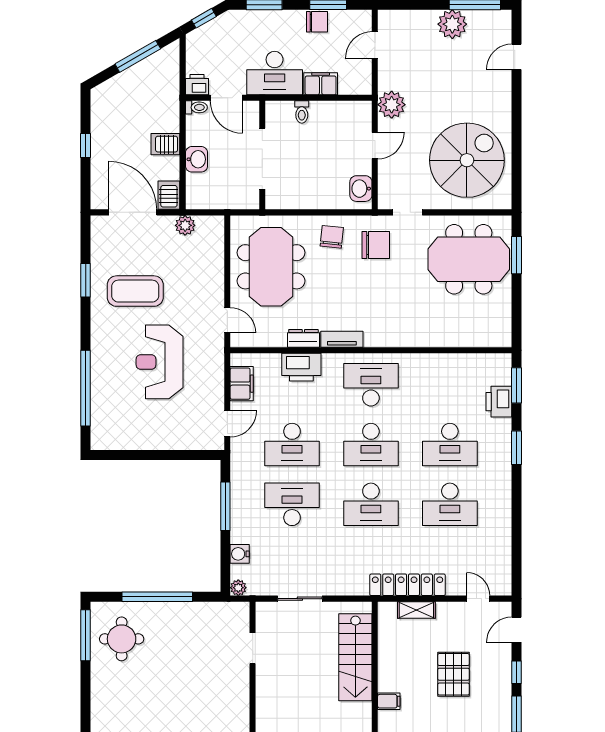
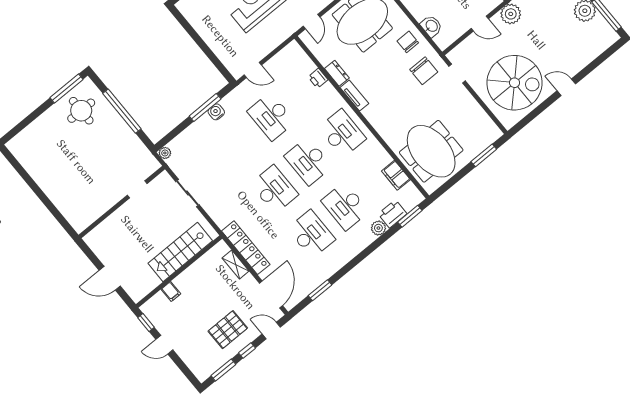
door: (517, 57) -> (566, 87), moved
washbasin: (361, 189) -> (431, 26), moved, turned 90
chair: (332, 237) -> (408, 42), turned -96
meeting table: (469, 259) -> (431, 151), moved
printer: (301, 367) -> (318, 78), width x0.53, depth x0.68
filing cabinet: (242, 384) -> (396, 175), moved, turned 90
plant: (502, 429) -> (378, 228), added
window: (517, 448) -> (320, 290), moved
desk: (292, 504) -> (237, 144), removed
desk: (371, 504) -> (274, 189), turned 180
desk: (450, 504) -> (311, 234), turned 180
water cooler: (240, 554) -> (216, 112), moved
door: (478, 599) -> (271, 294), width x1.87
pallet: (453, 674) -> (228, 330), moved

